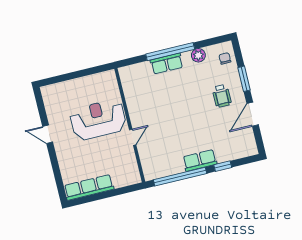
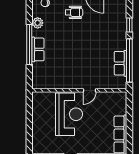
reception desk: (98, 120) -> (69, 114), turned 180
door: (133, 137) -> (89, 90), swing flipped
row of seats: (200, 160) -> (121, 63), moved

